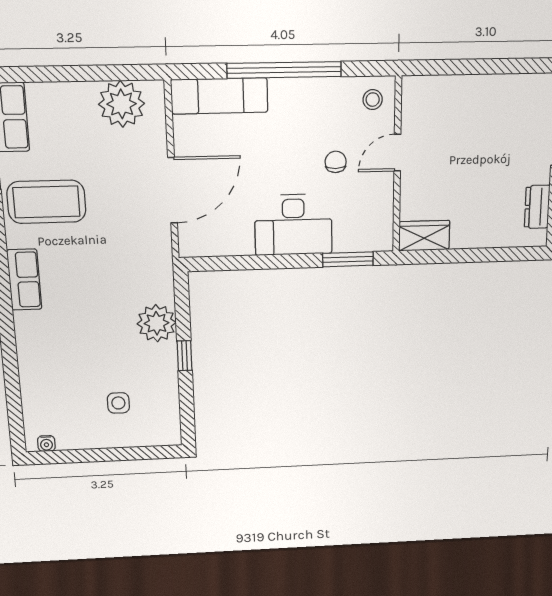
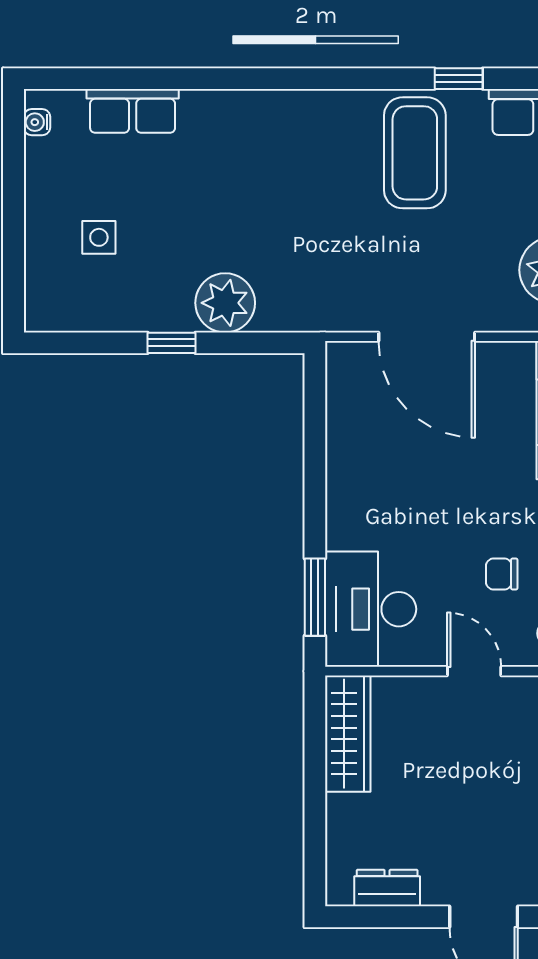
chair: (336, 162) -> (502, 574), moved, turned 180
desk: (293, 225) -> (371, 609), moved
wardrobe: (424, 236) -> (348, 734), width x1.50
row of seats: (24, 280) -> (133, 111), moved

